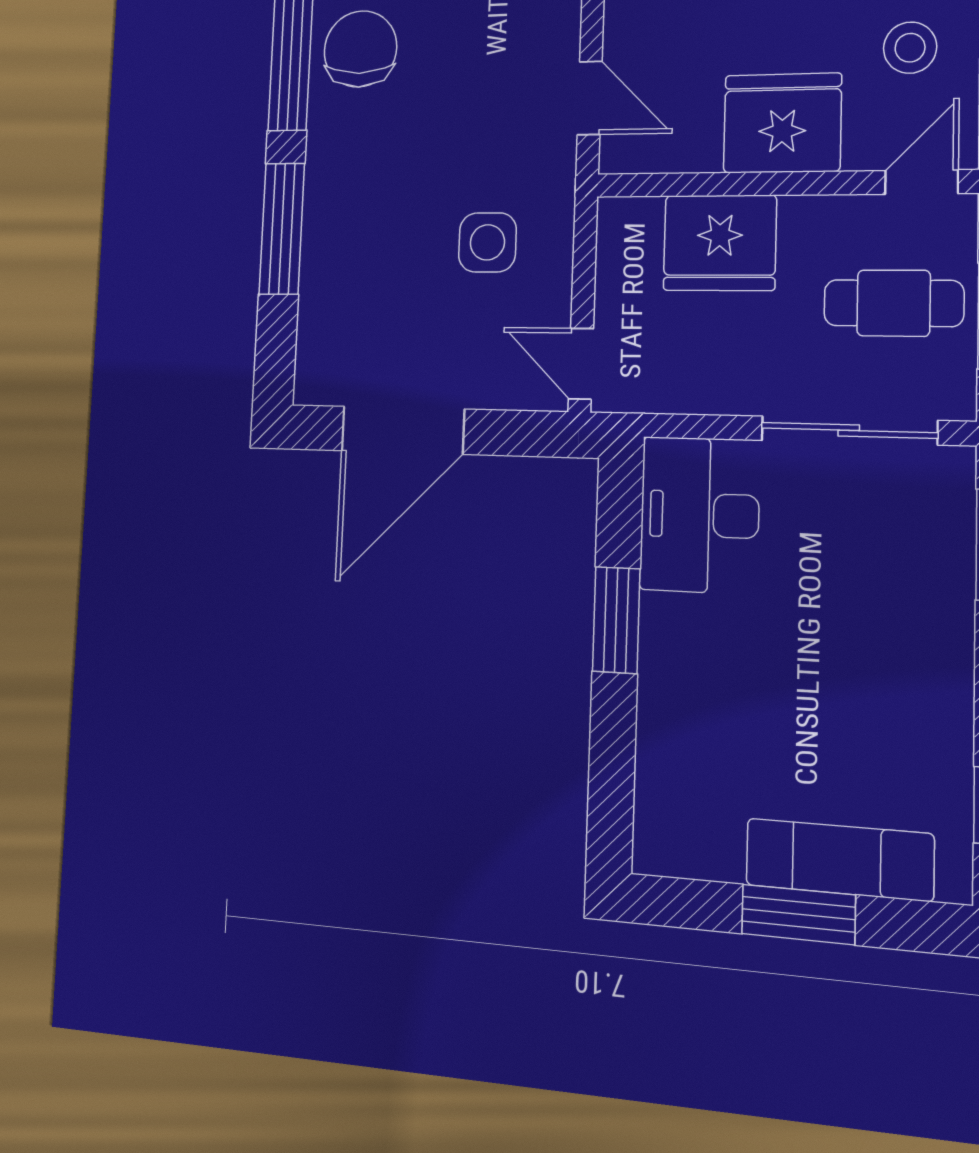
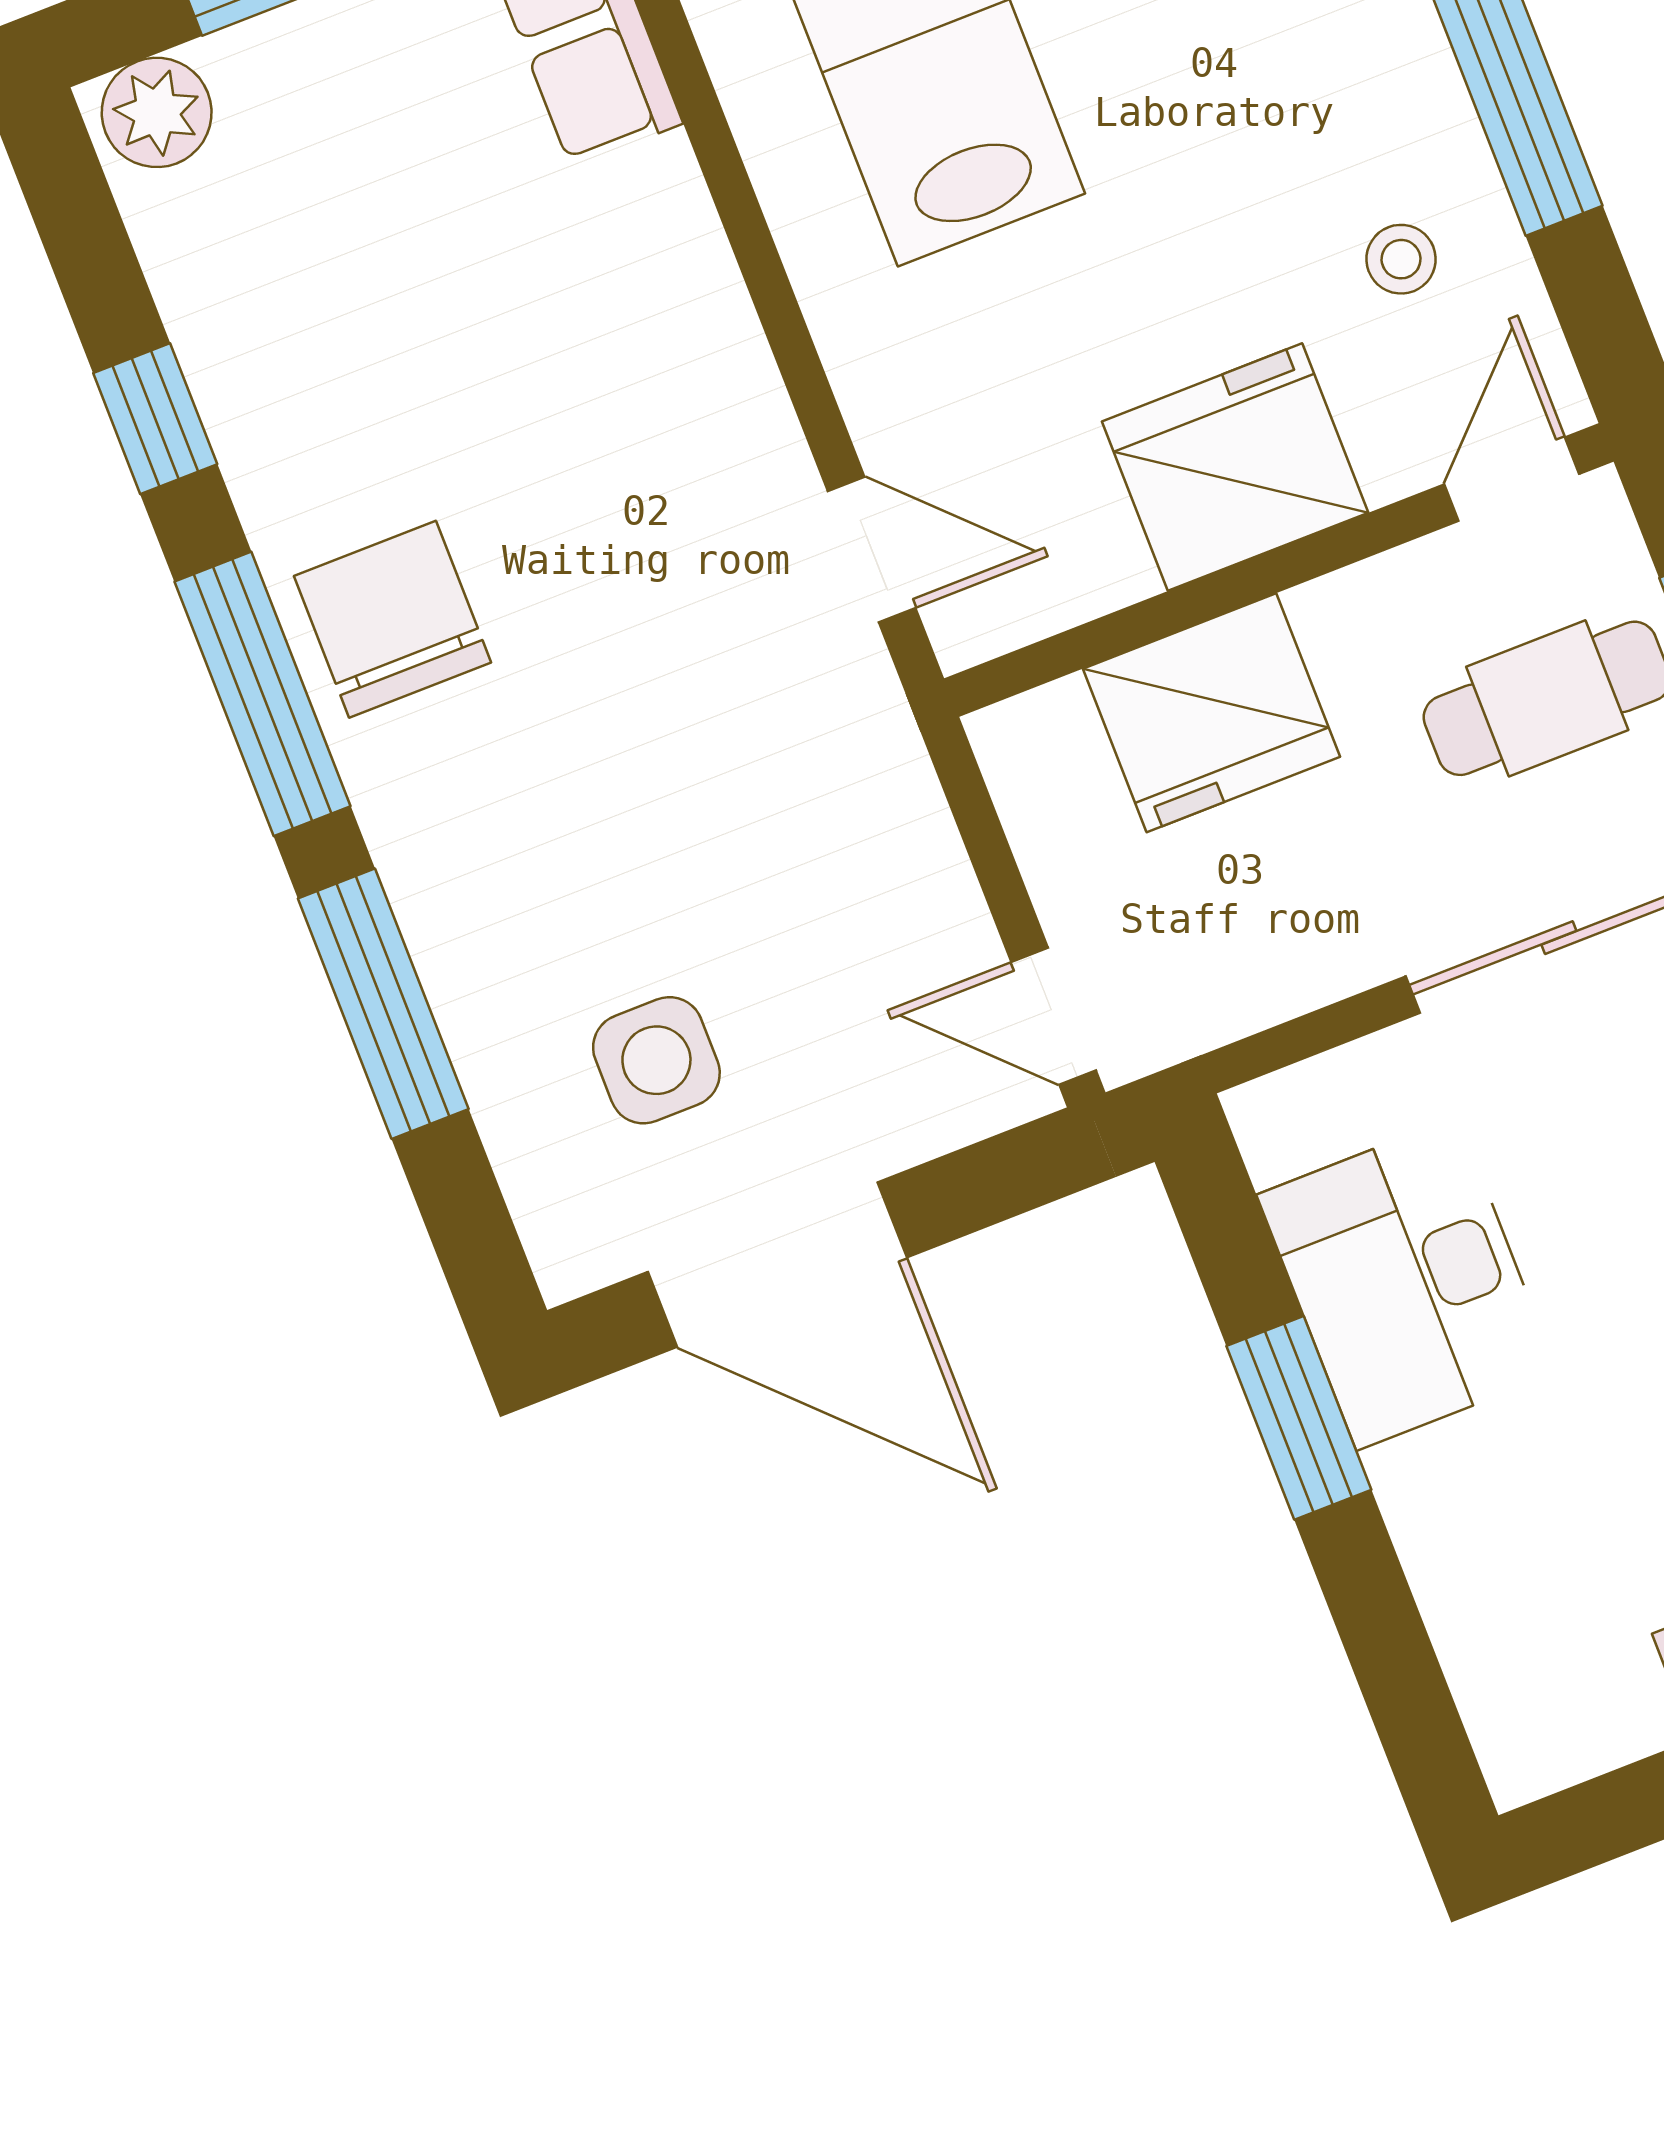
stool: (910, 48) -> (1401, 259), width x0.73, depth x0.73
side table: (487, 242) -> (656, 1060), moved
door: (403, 430) -> (777, 1265), hinge flipped
desk: (700, 515) -> (1407, 1284), moved

